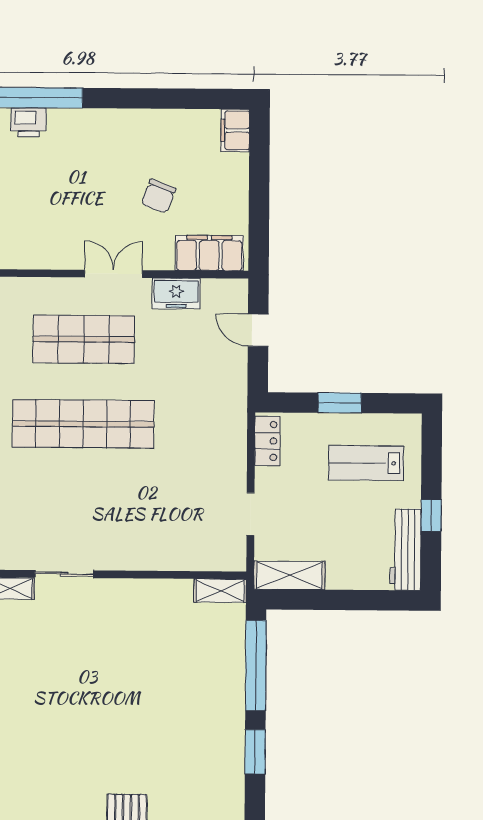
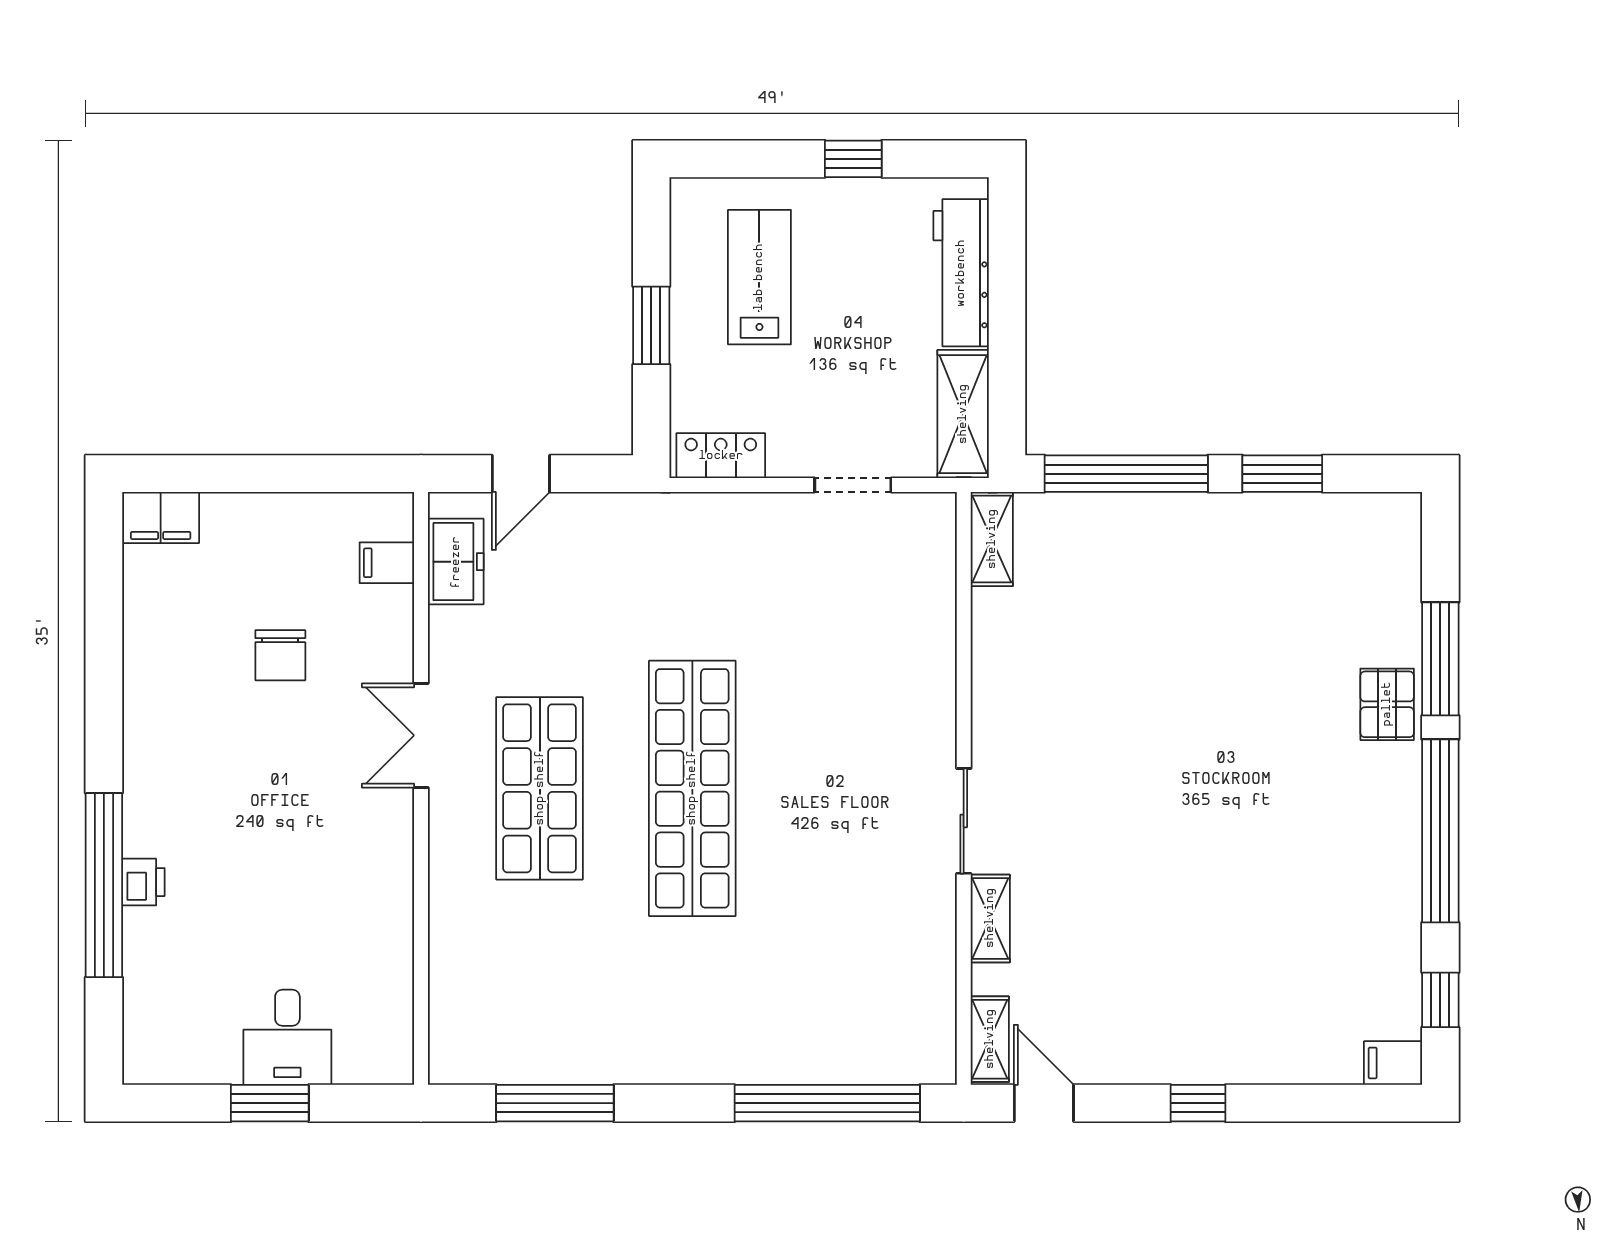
printer: (29, 122) -> (143, 882), width x0.73, depth x0.81
chair: (158, 196) -> (280, 655), turned 69
filing cabinet: (209, 253) -> (387, 563), width x0.33, depth x0.86
freezer: (176, 293) -> (456, 562), moved
lab bench: (366, 463) -> (759, 277), turned 180
workbench: (405, 550) -> (961, 273), moved, turned 90

